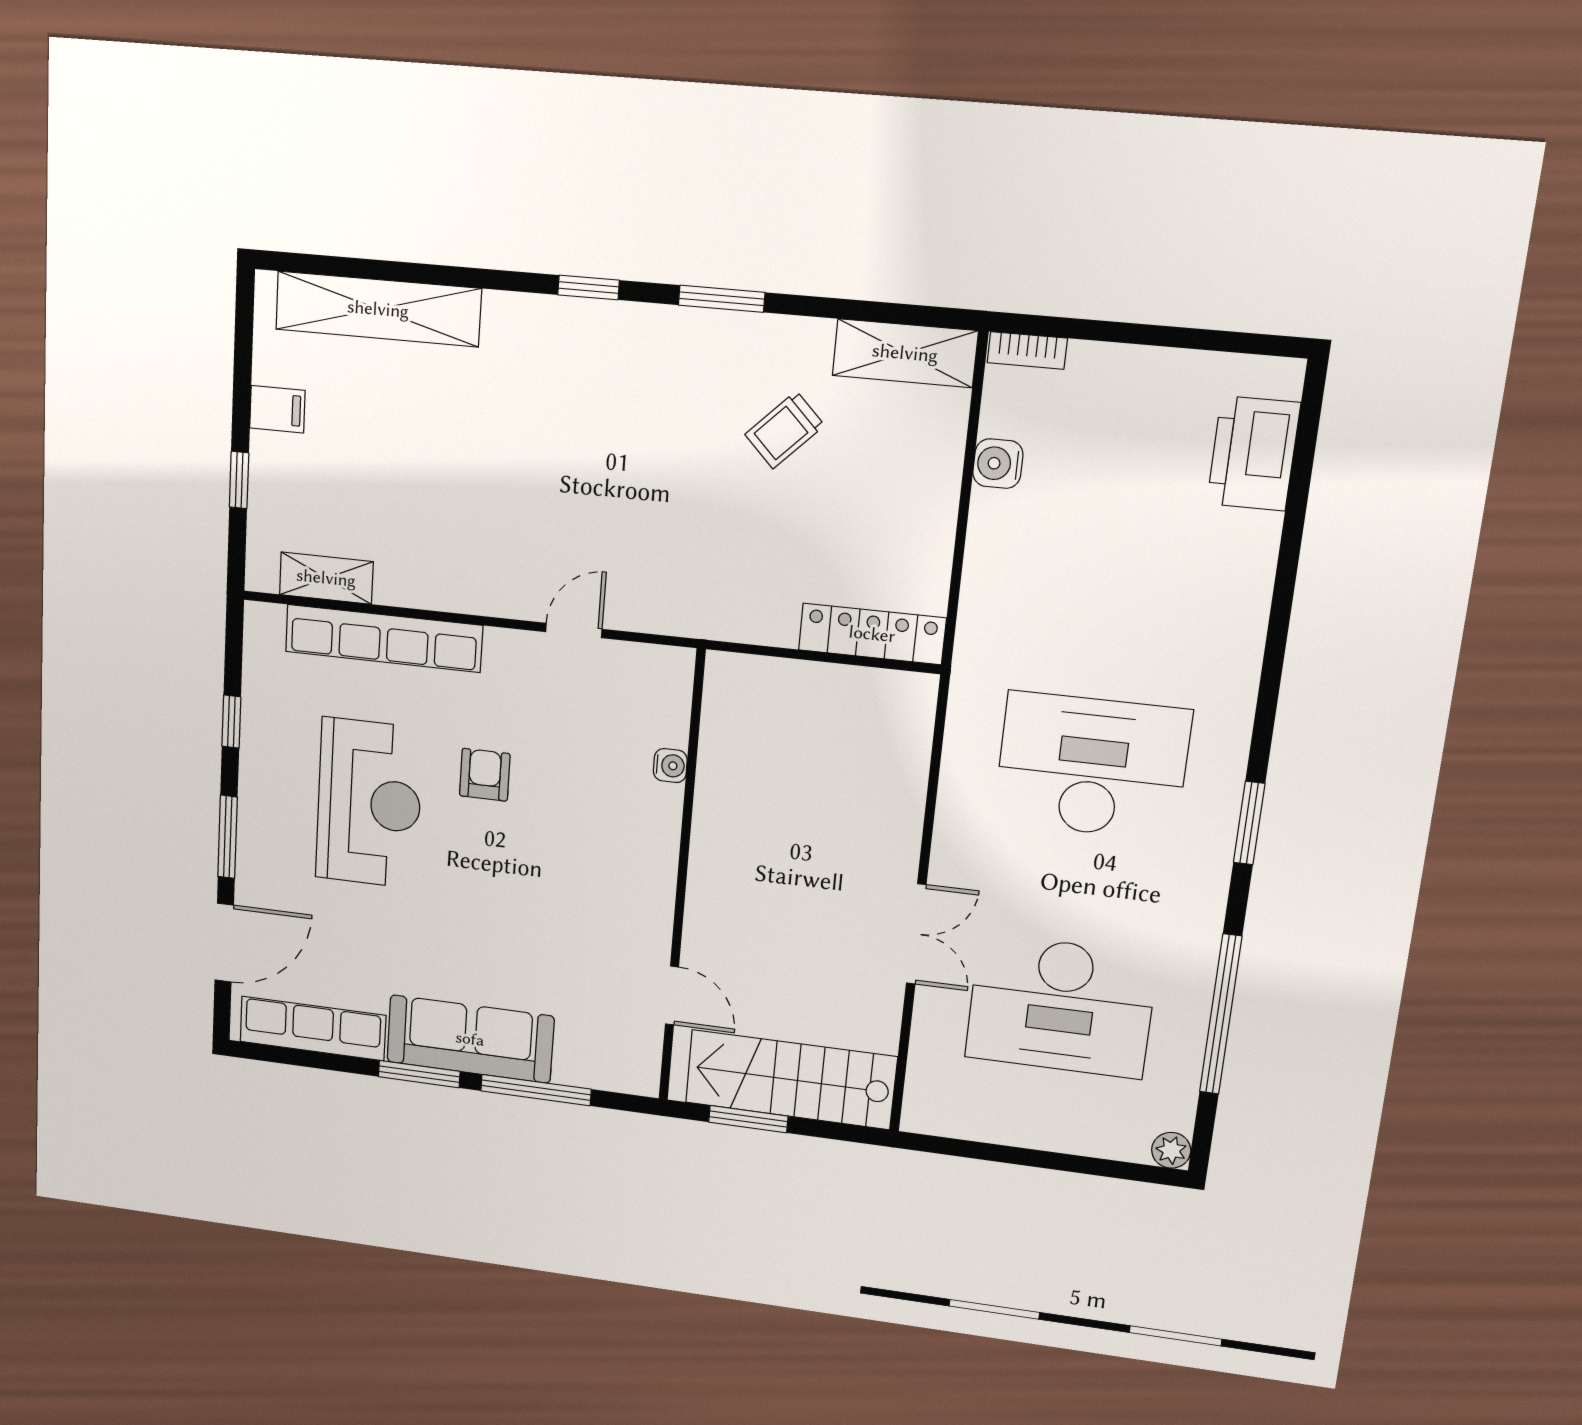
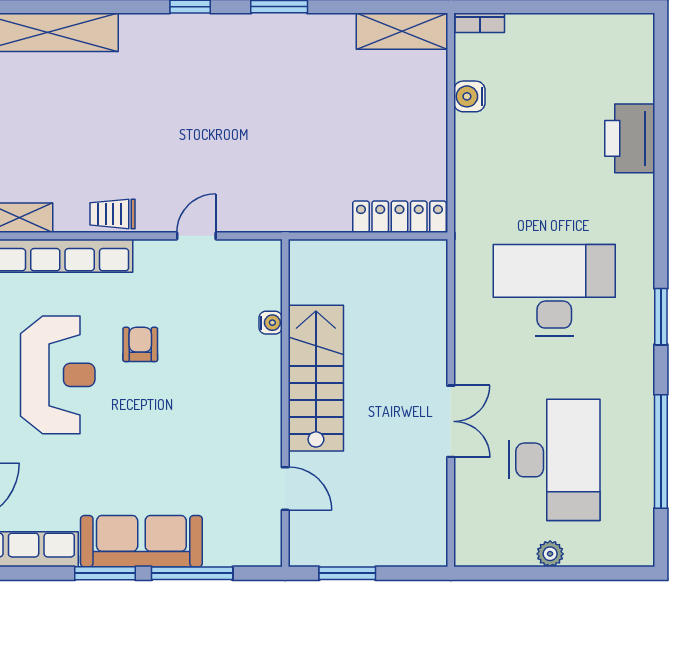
trolley: (785, 430) -> (113, 214), moved, turned 45
printer: (1253, 454) -> (630, 138), moved
desk: (1061, 1006) -> (554, 460), turned -90
stairs: (791, 1080) -> (316, 378), moved, turned 90
plant: (1171, 1150) -> (550, 554), moved

